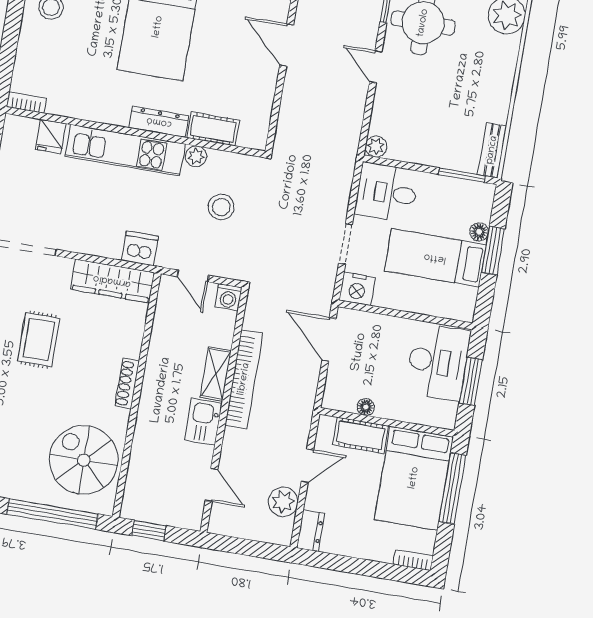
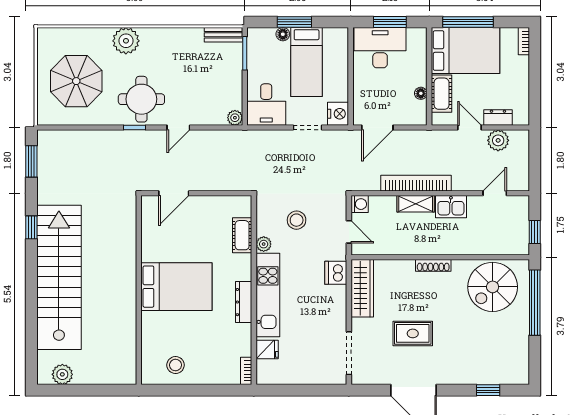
dresser: (159, 122) -> (244, 302), moved
door: (193, 276) -> (349, 232), hinge flipped
dresser: (311, 531) -> (498, 117), moved

